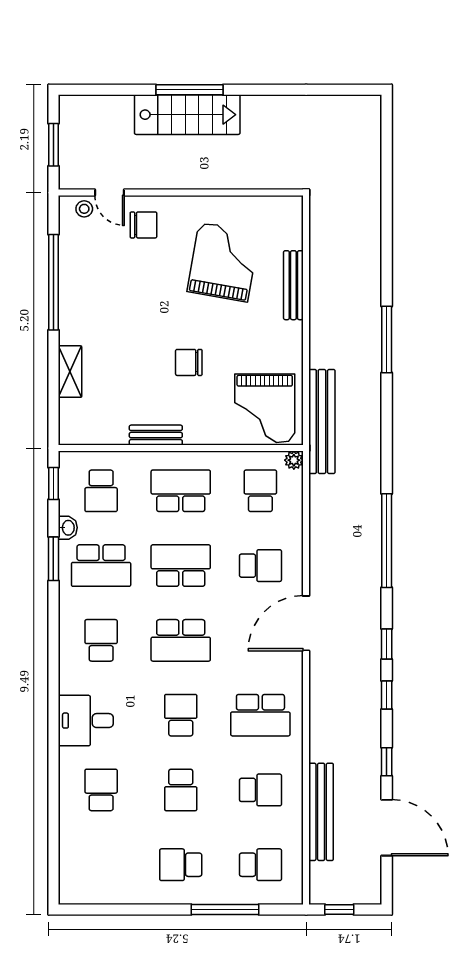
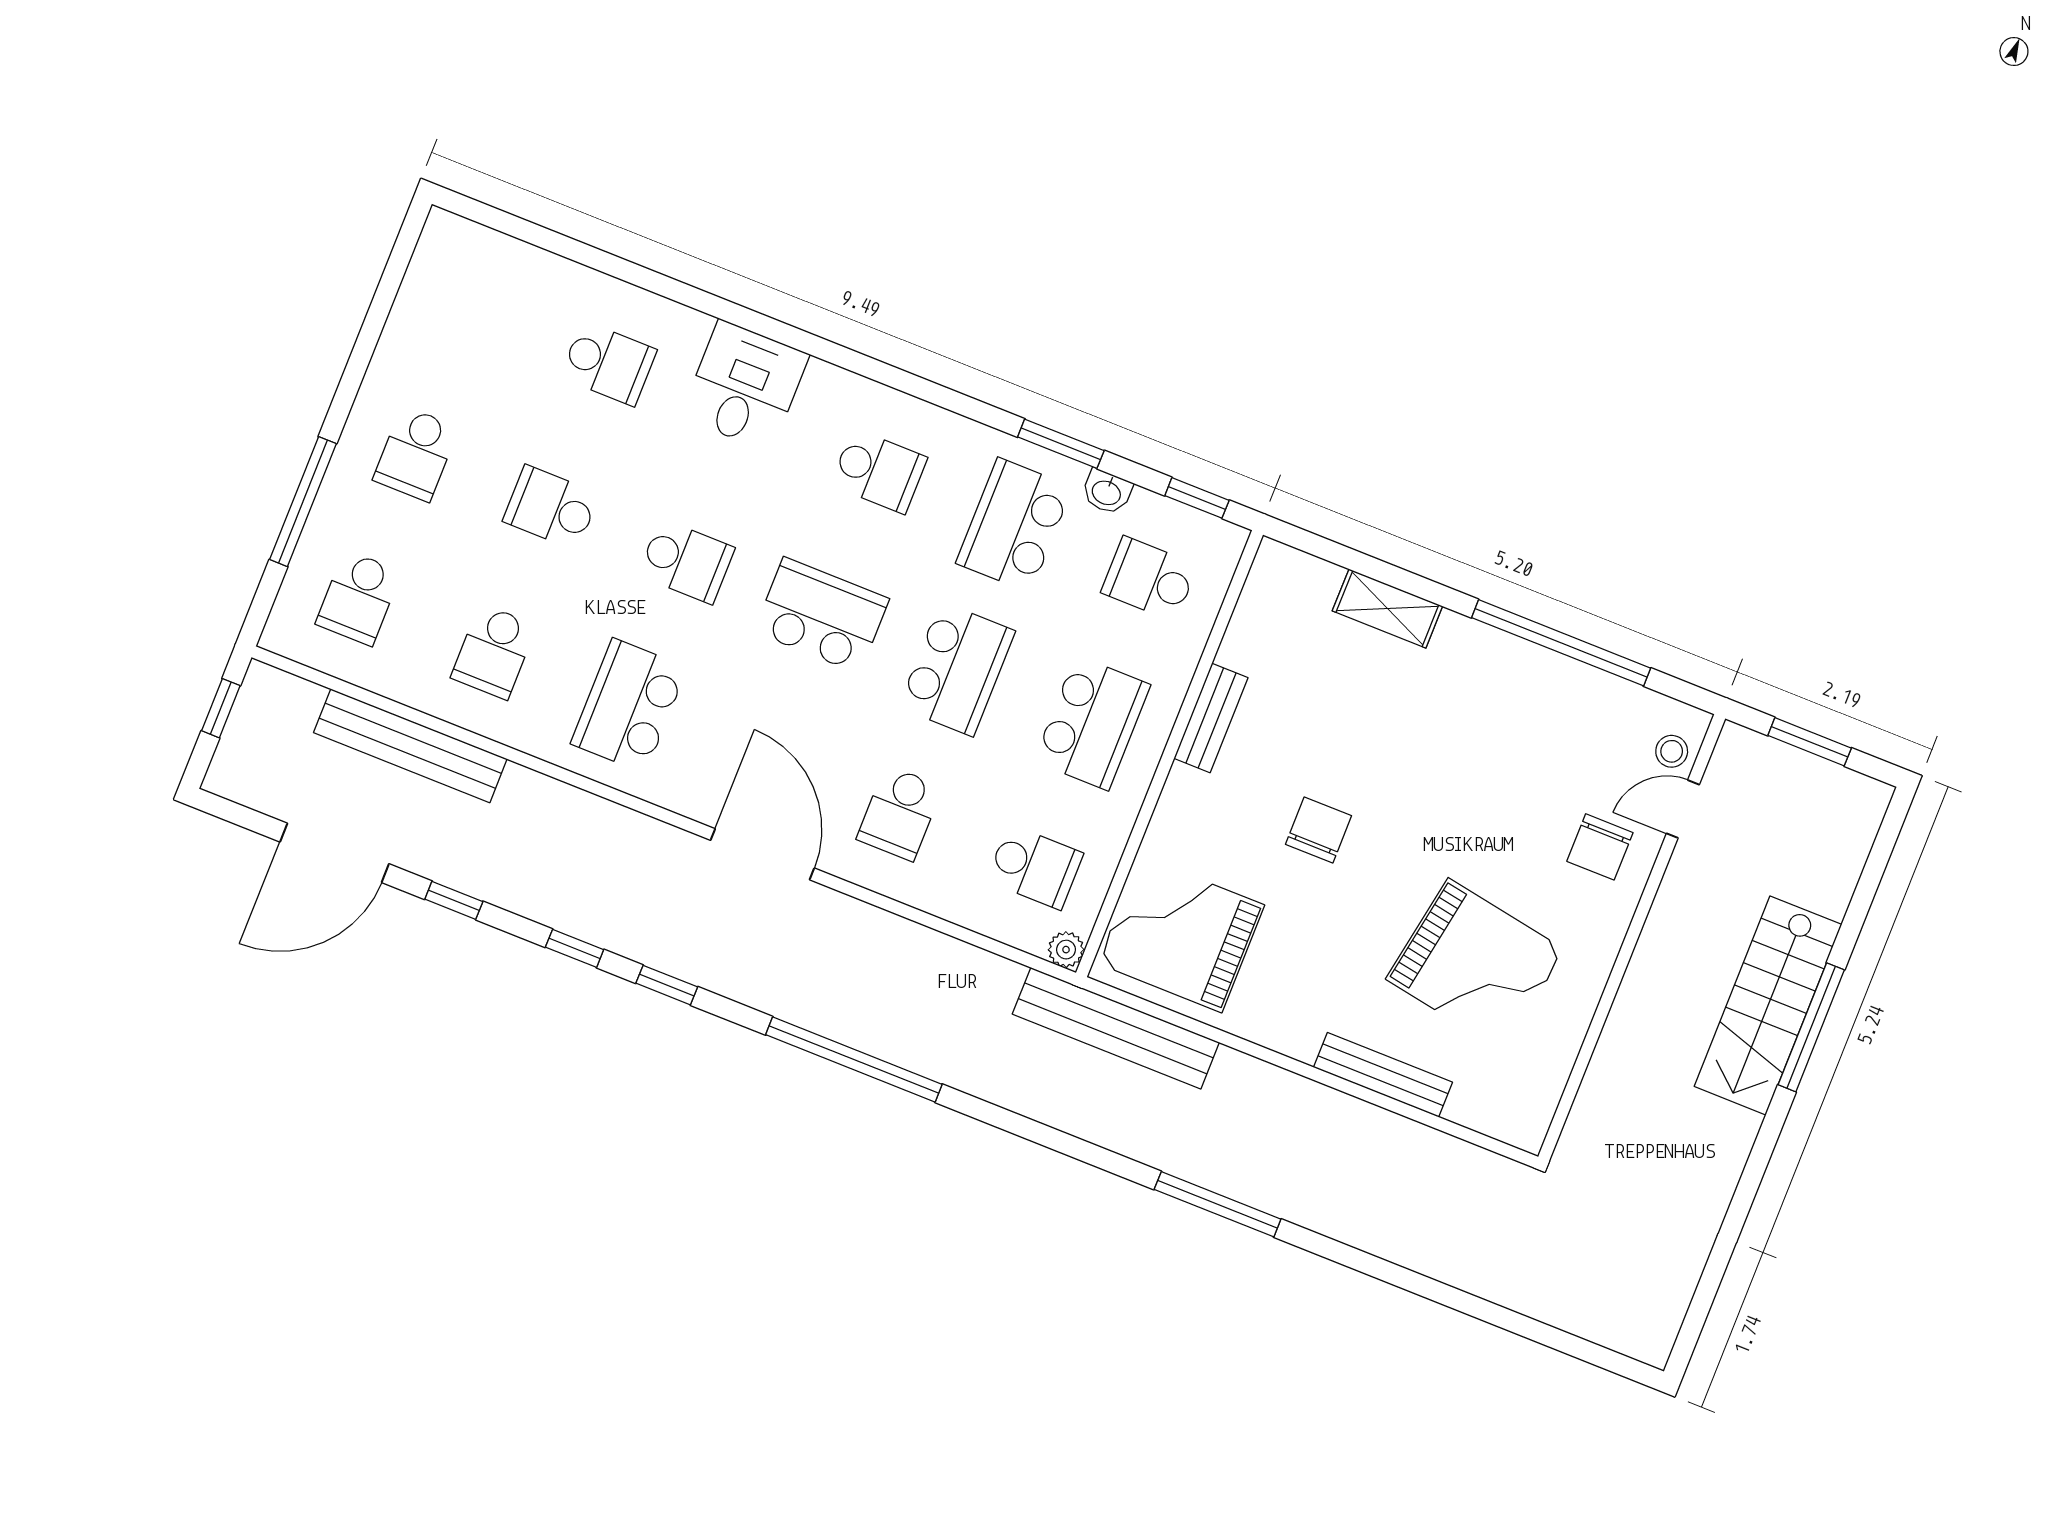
school desk: (181, 640) -> (822, 615), turned 90
school desk: (181, 865) -> (416, 454), turned 180

